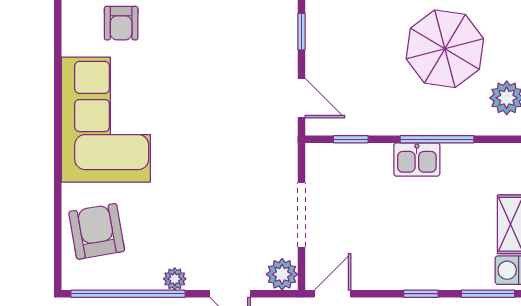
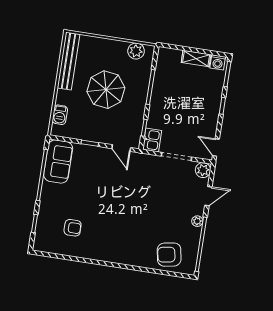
parasol: (445, 49) -> (106, 90), moved
door: (301, 98) -> (121, 148), swing flipped
corner sofa: (106, 120) -> (117, 242), removed
kitchen sink: (417, 159) -> (152, 140), moved

